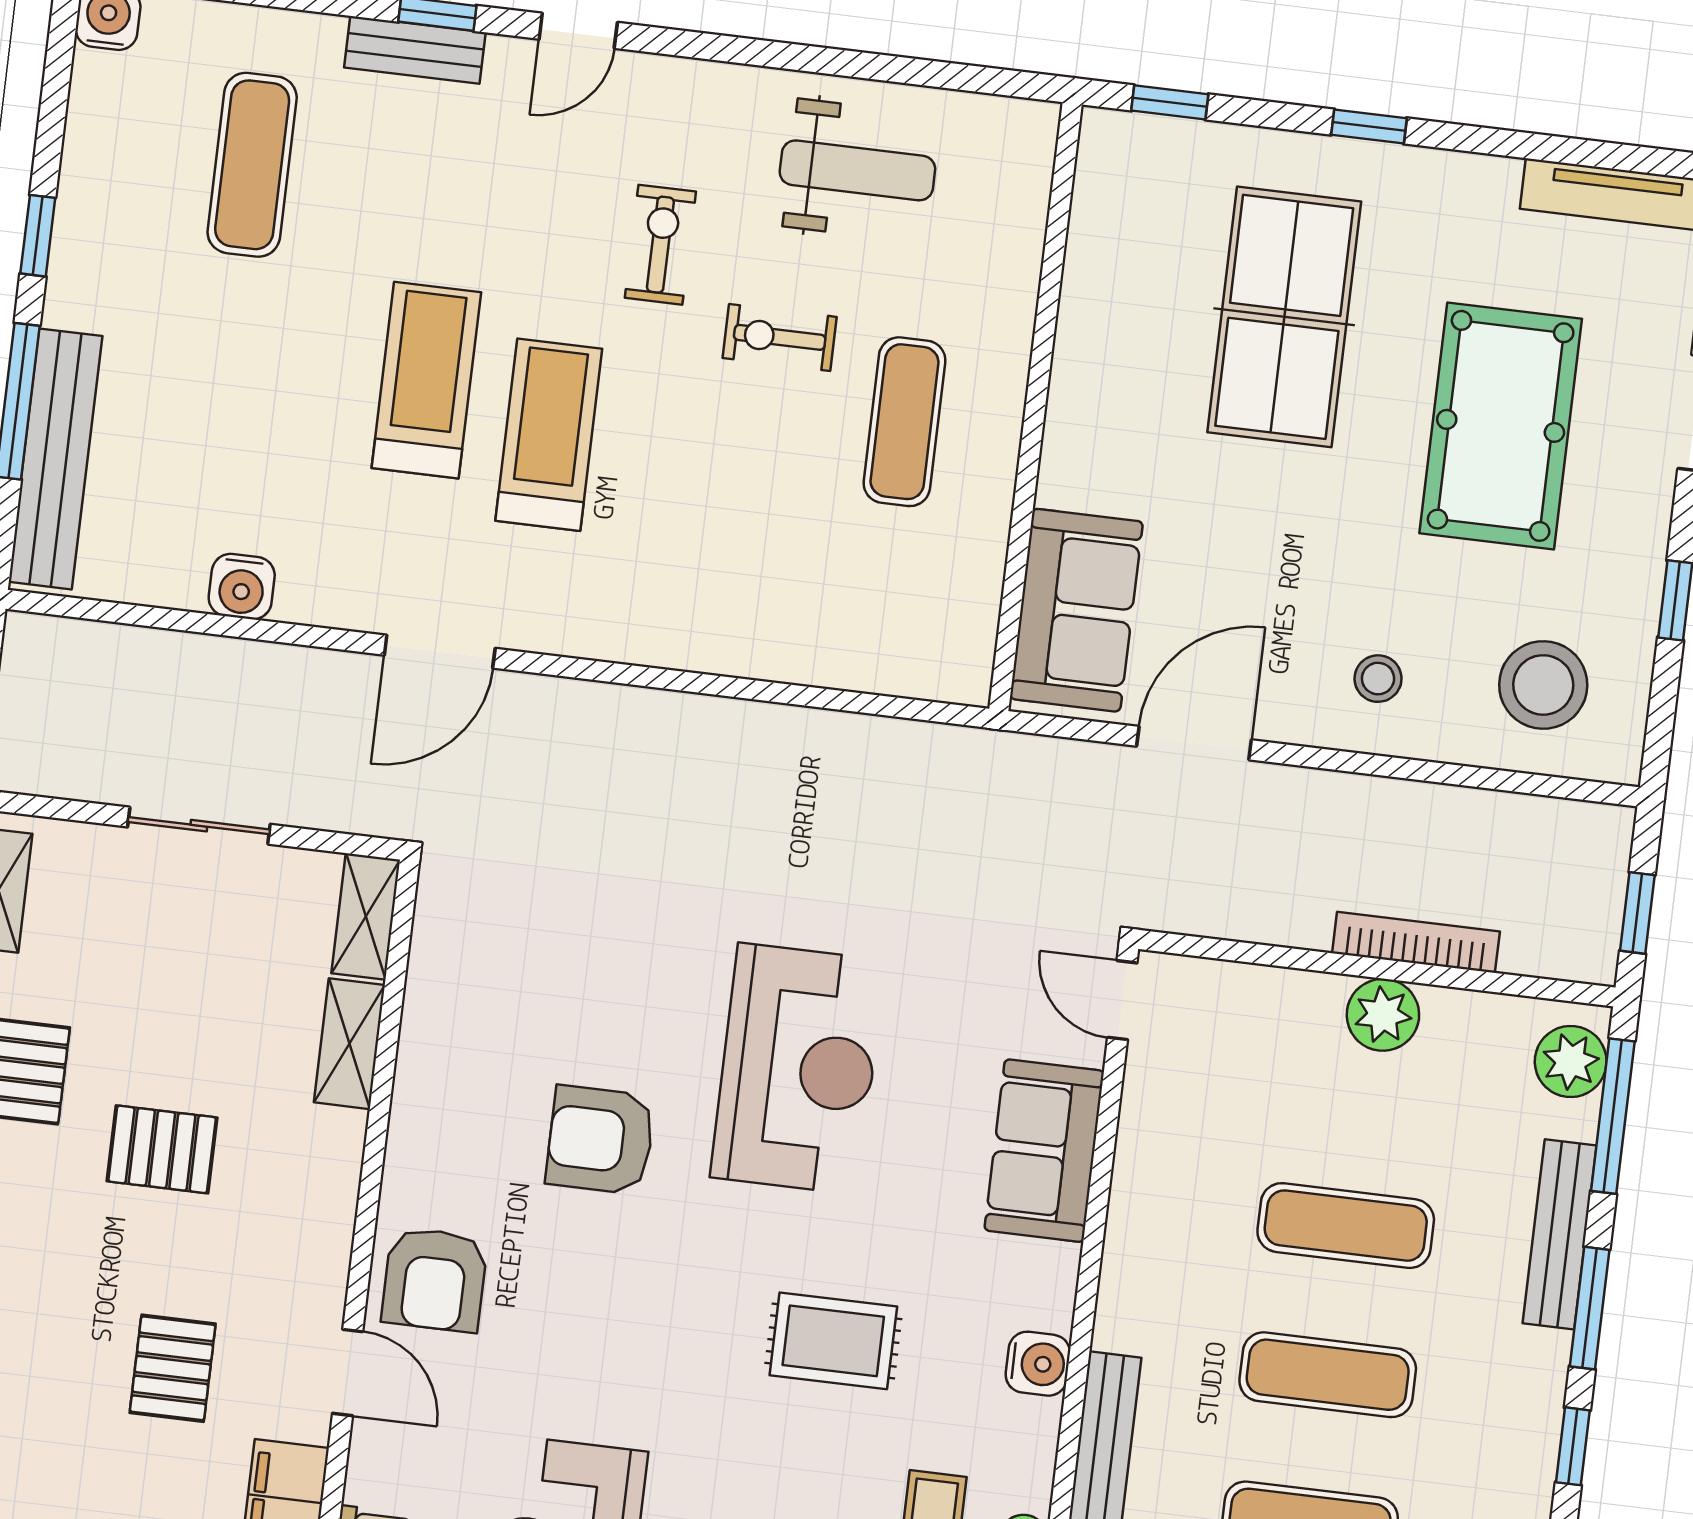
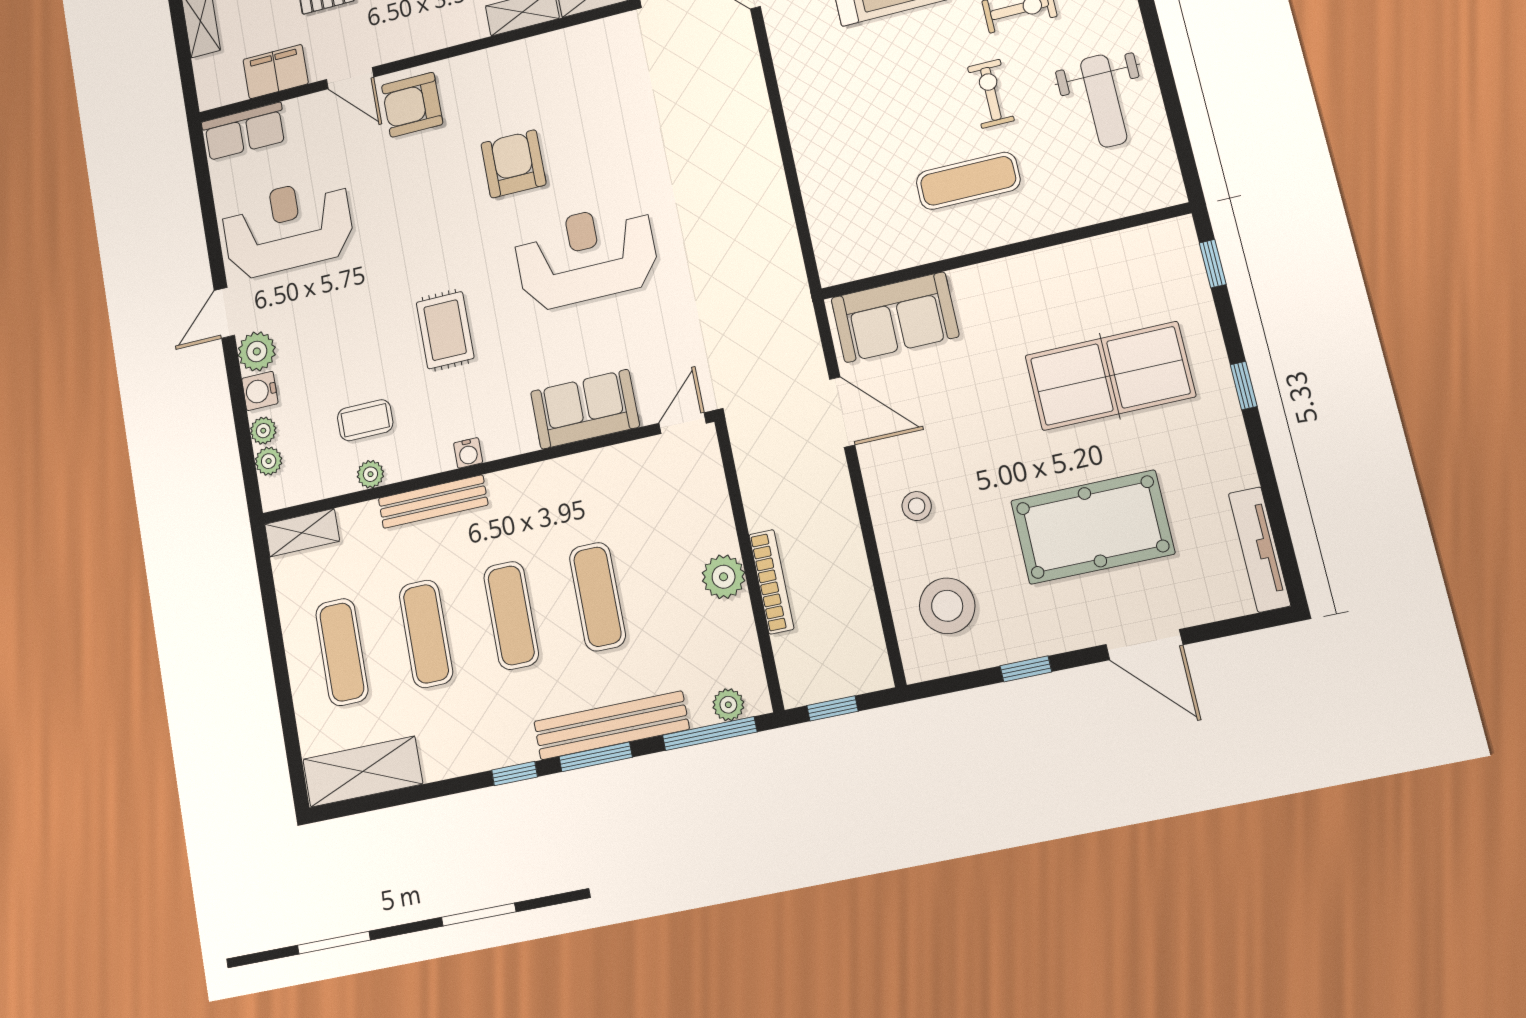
plant: (1571, 1062) -> (728, 705), width x0.73, depth x0.73
reception desk: (798, 1069) -> (586, 256), turned 180
bench: (1560, 1234) -> (611, 725), width x1.37, depth x1.21
water cooler: (1038, 1364) -> (468, 453), width x0.72, depth x0.72
door: (348, 1372) -> (350, 78), hinge flipped

